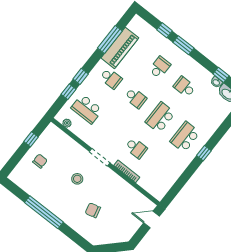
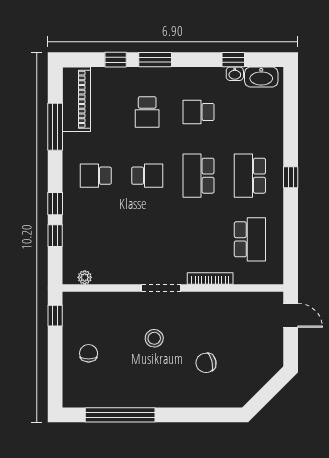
piano: (120, 48) -> (76, 99), moved
school desk: (160, 67) -> (147, 112), turned 180
school desk: (111, 78) -> (96, 176), turned 180
school desk: (87, 109) -> (96, 239), removed
window: (31, 139) -> (55, 316), moved
school desk: (136, 148) -> (250, 239), moved, width x1.85
window: (44, 212) -> (120, 415), moved
door: (152, 220) -> (291, 315), swing flipped

